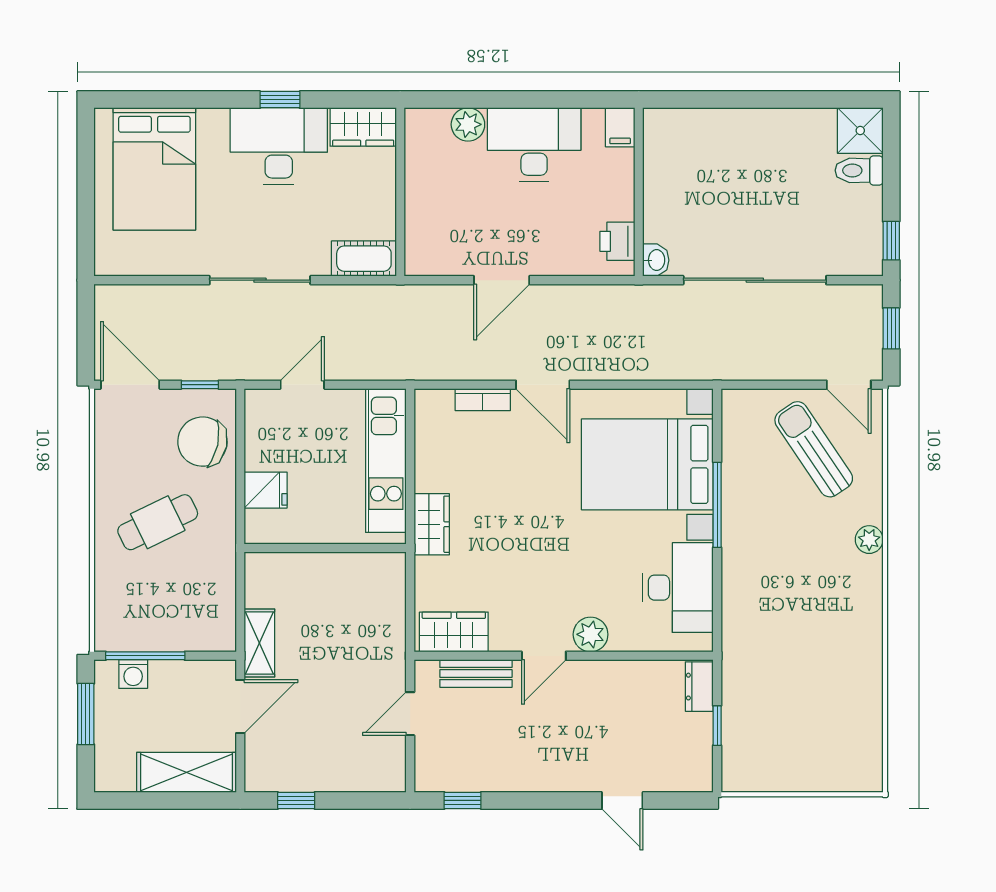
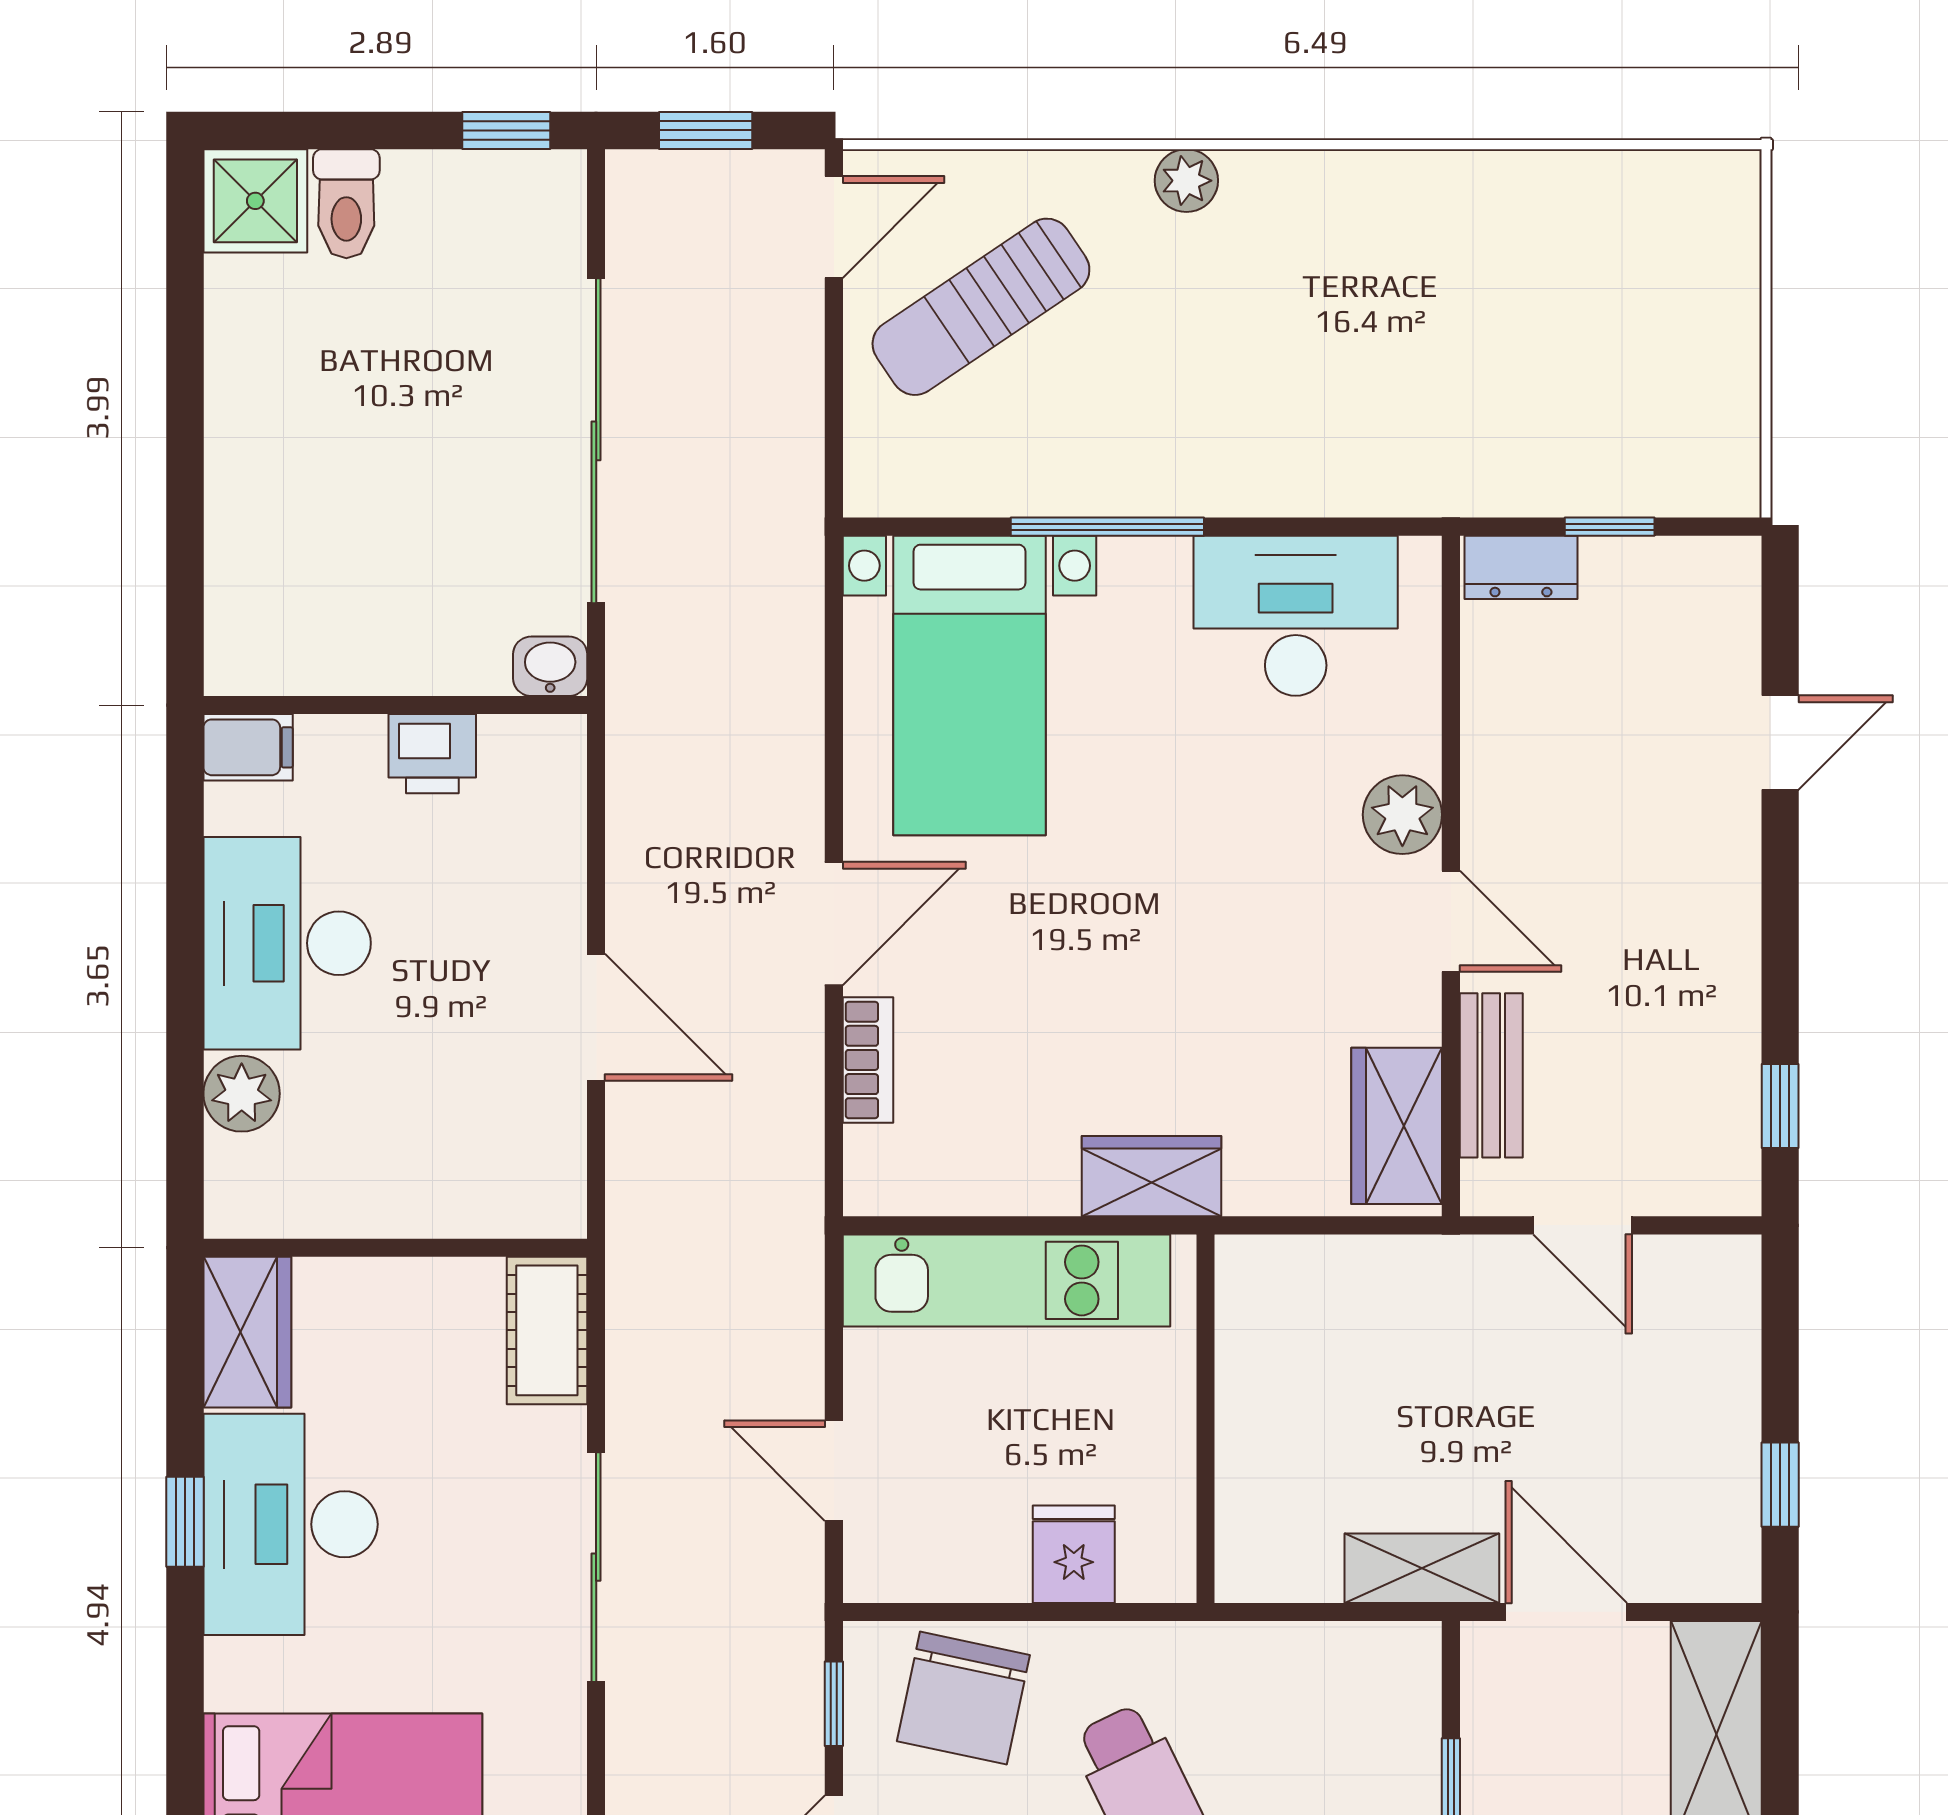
printer: (617, 241) -> (432, 754), moved
bed with nightstands: (647, 464) -> (969, 686), width x0.73

